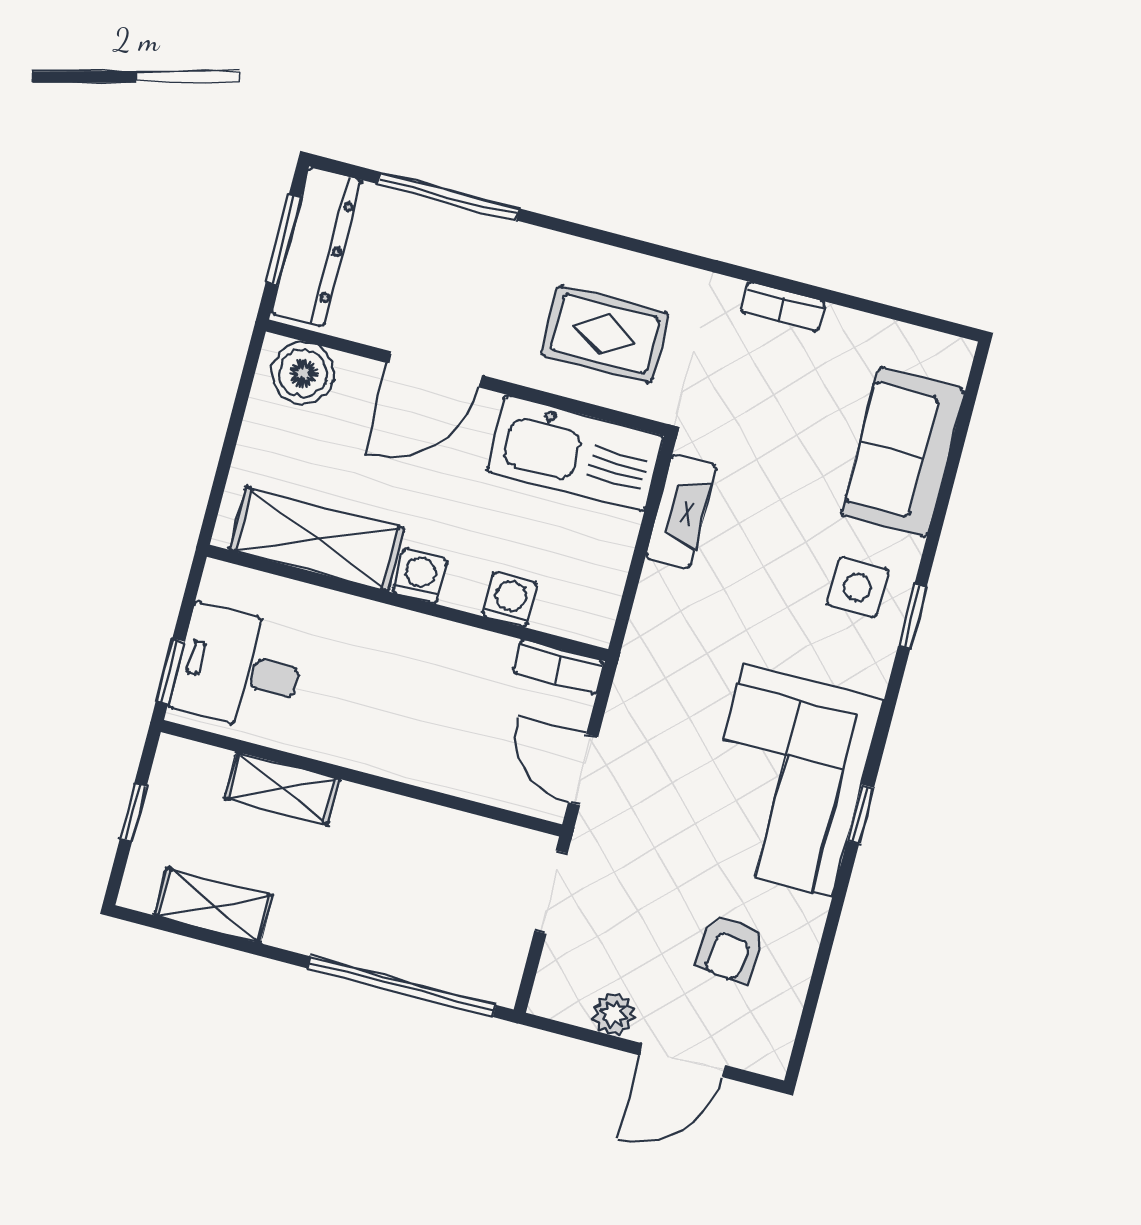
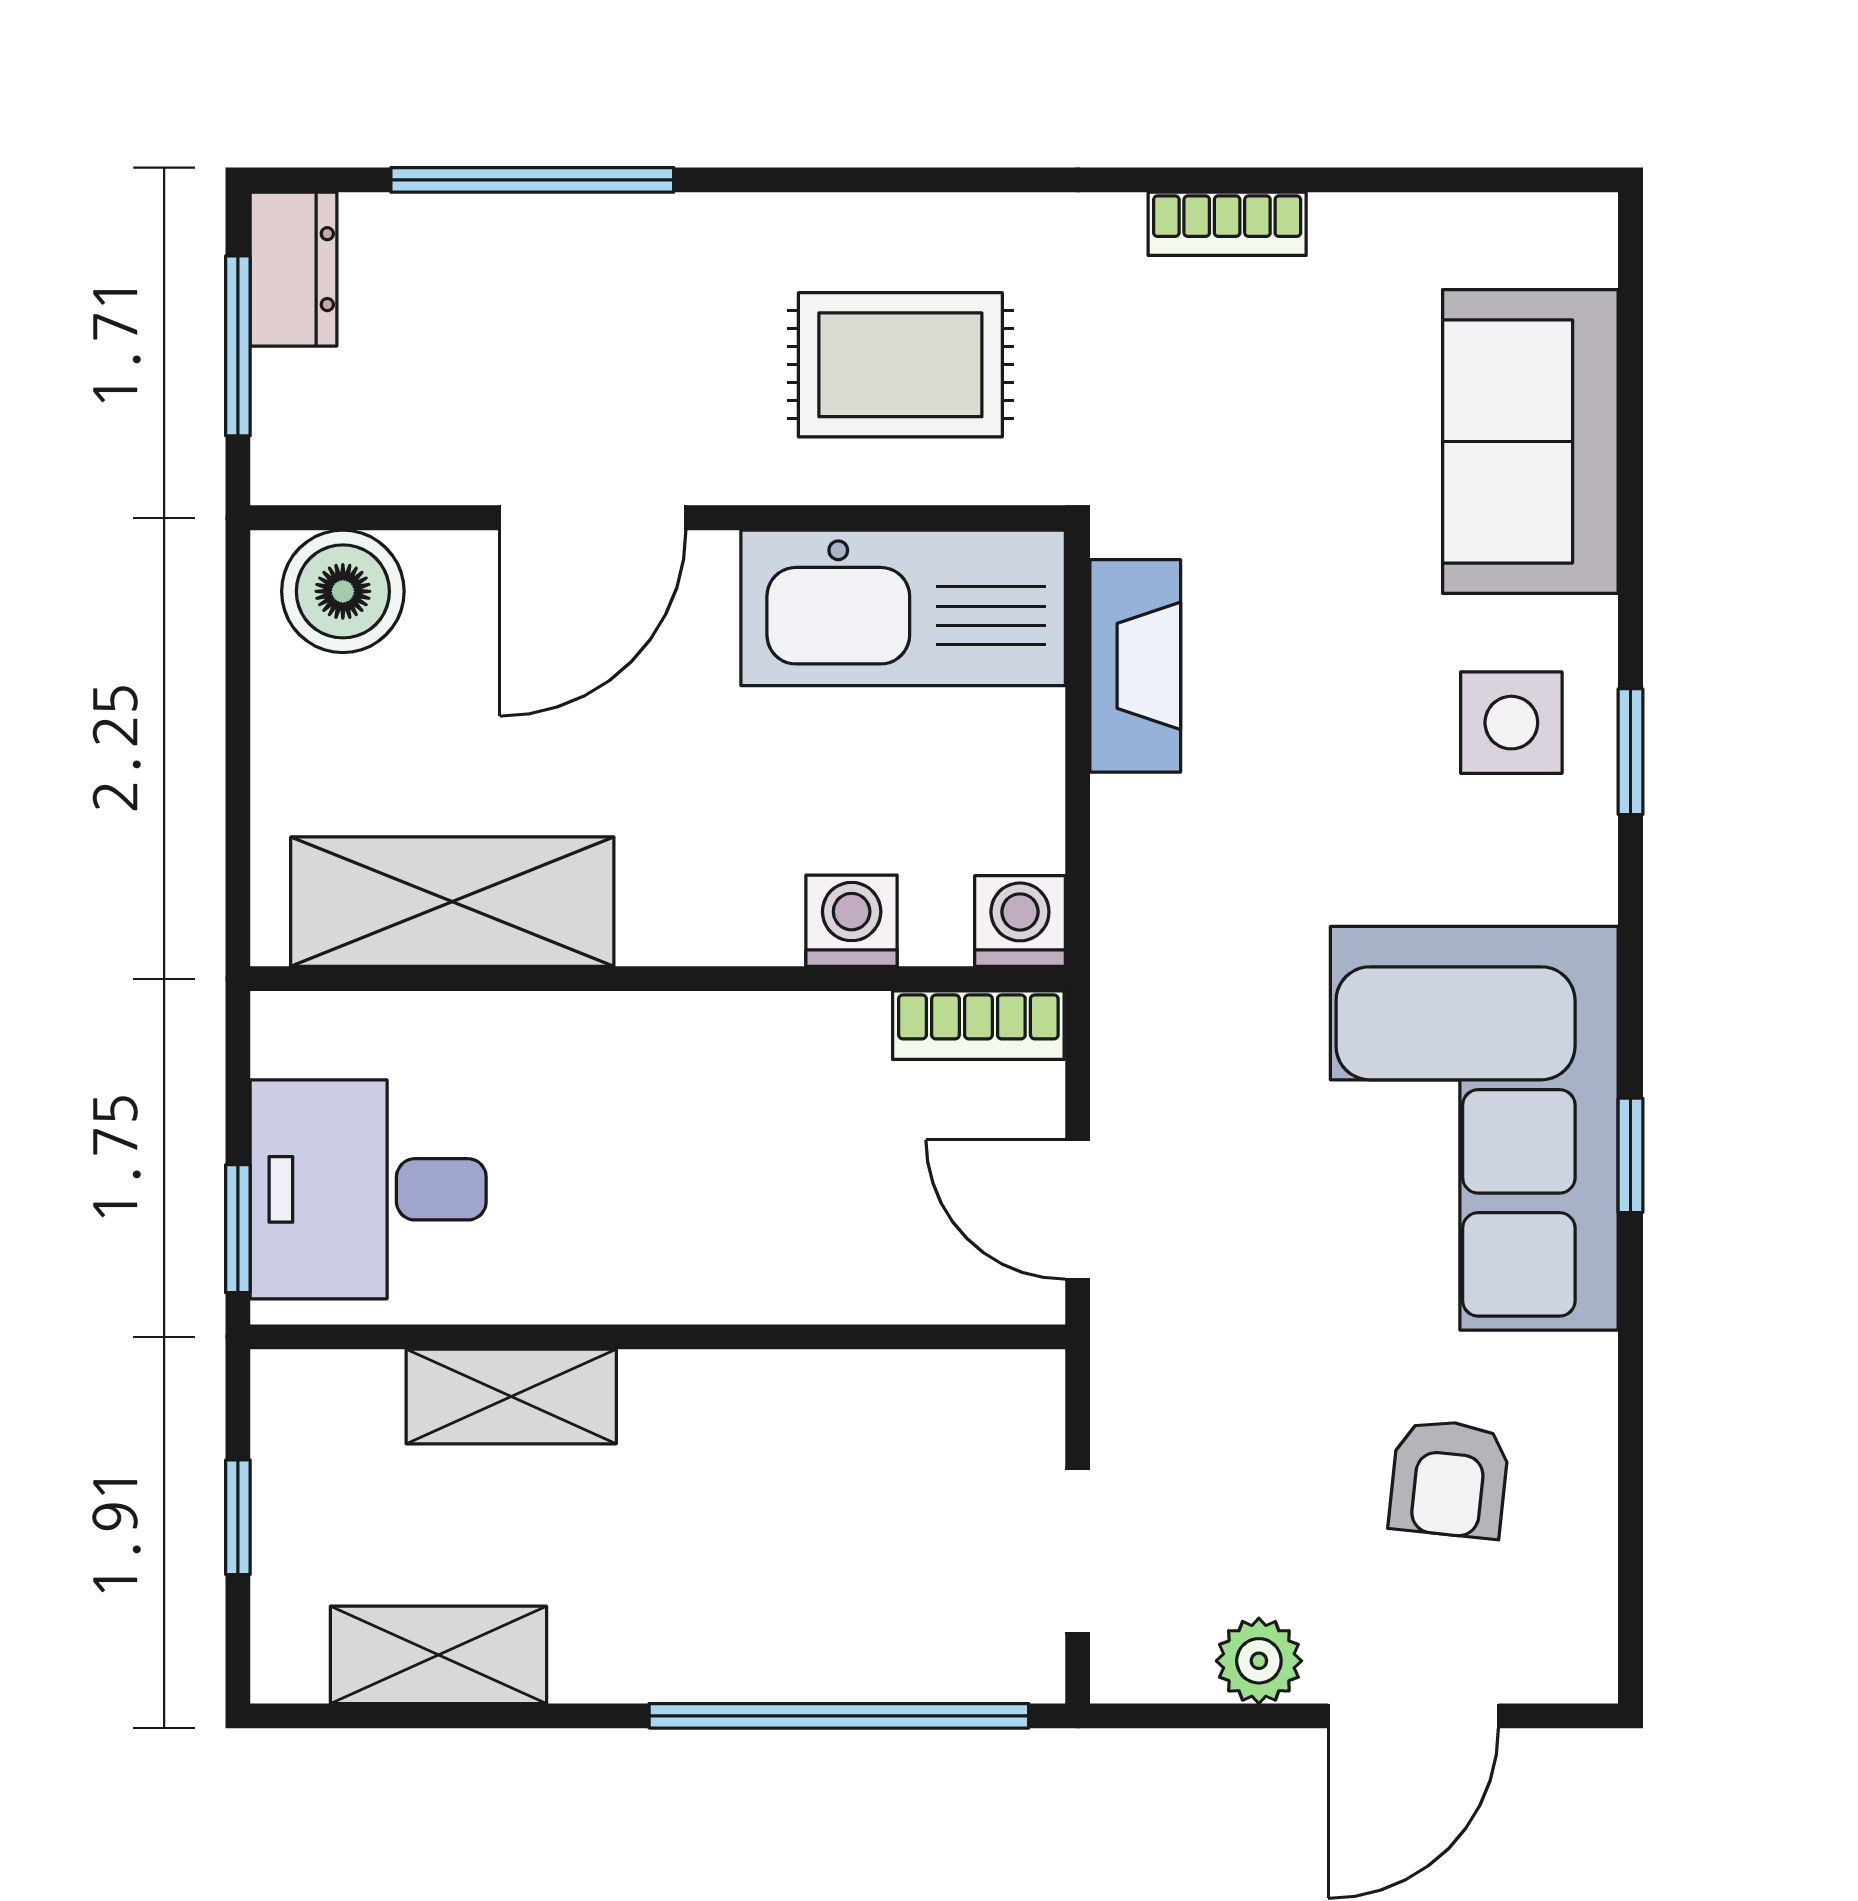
dresser: (316, 247) -> (293, 269), width x0.51, depth x0.80
washing machine: (420, 576) -> (1020, 921), moved
doorway: (551, 892) -> (1078, 1551), moved

